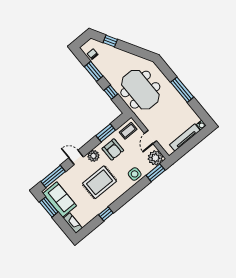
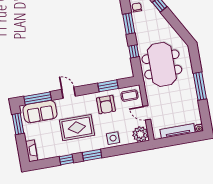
door: (151, 137) -> (147, 113), hinge flipped
plant: (93, 156) -> (85, 100), removed
window: (156, 173) -> (92, 155), moved
sofa: (60, 200) -> (40, 112), moved, turned 90

